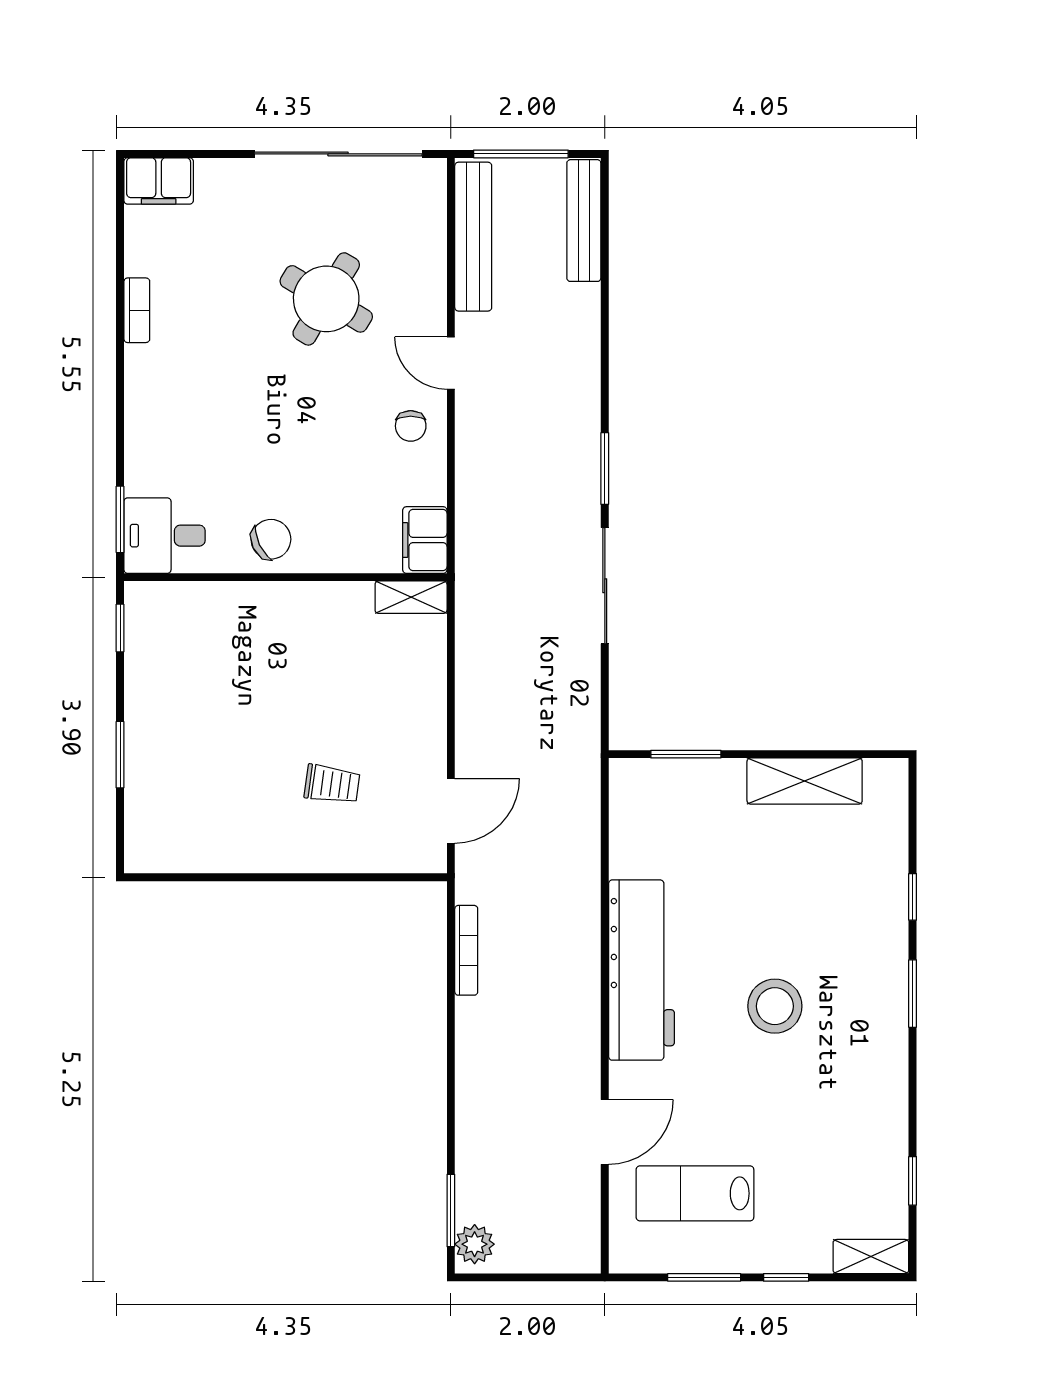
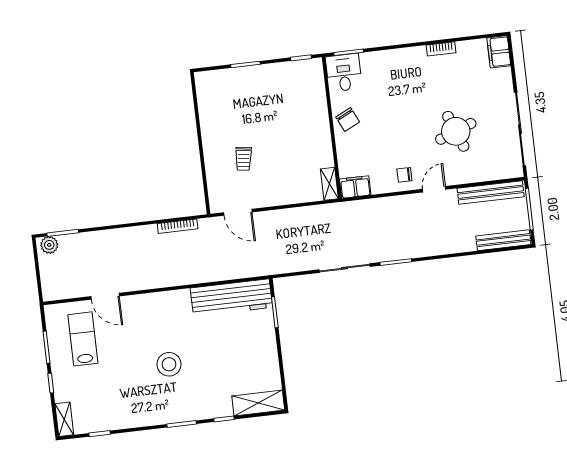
round table: (326, 299) -> (456, 131), turned 38
shelving: (805, 781) -> (258, 403), moved, turned 90
workbench: (641, 970) -> (231, 298), moved

